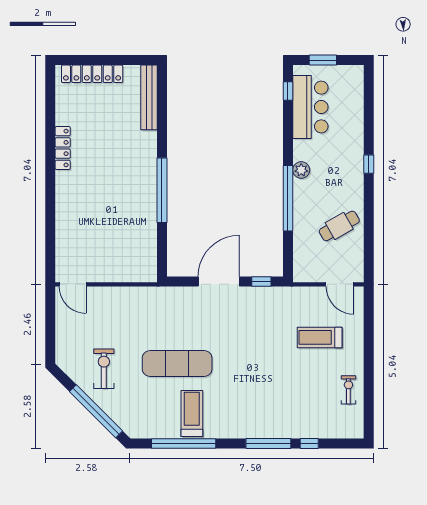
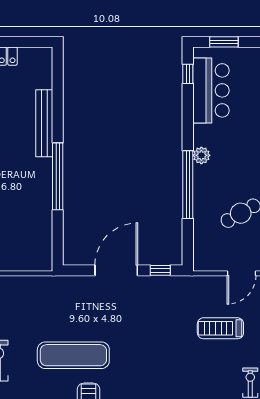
bench: (149, 97) -> (44, 123), moved
door: (340, 284) -> (241, 273), hinge flipped

